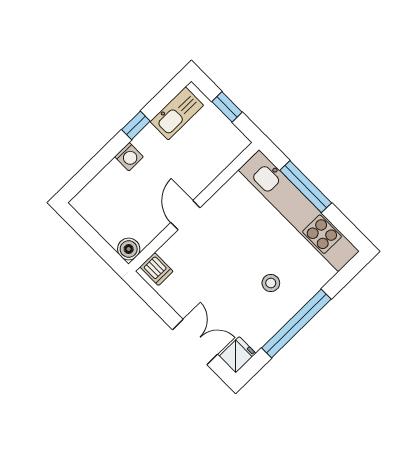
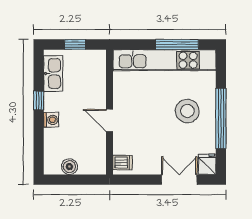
window: (306, 187) -> (177, 45), moved
boiler: (129, 249) -> (69, 167), moved
stool: (271, 283) -> (187, 111), width x1.89, depth x1.89

